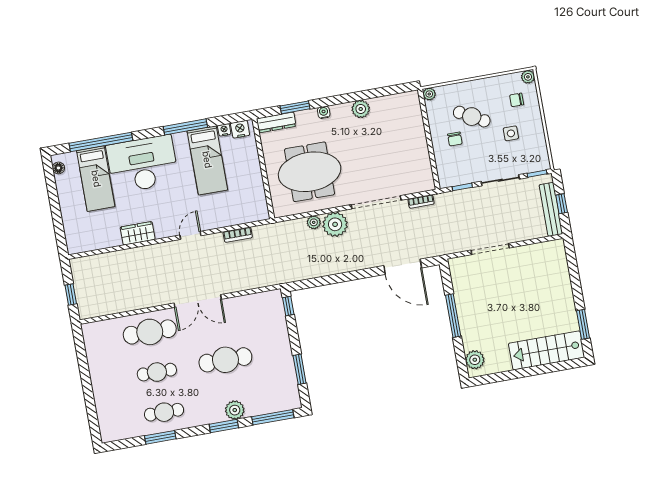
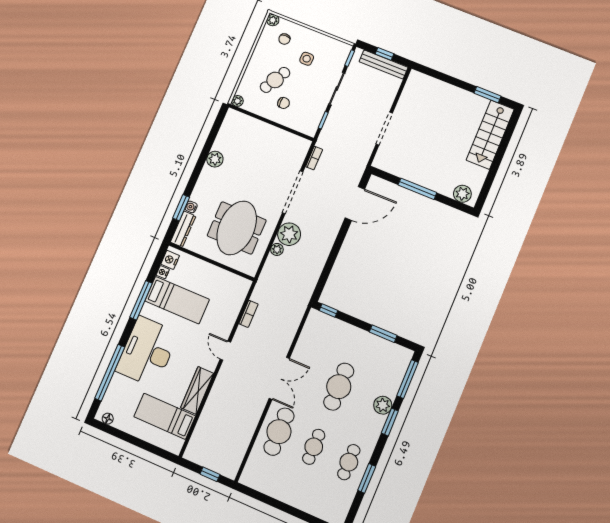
water cooler: (324, 112) -> (191, 207), moved
bed: (96, 179) -> (165, 416), moved, turned 180
wardrobe: (138, 233) -> (197, 390), width x1.50

